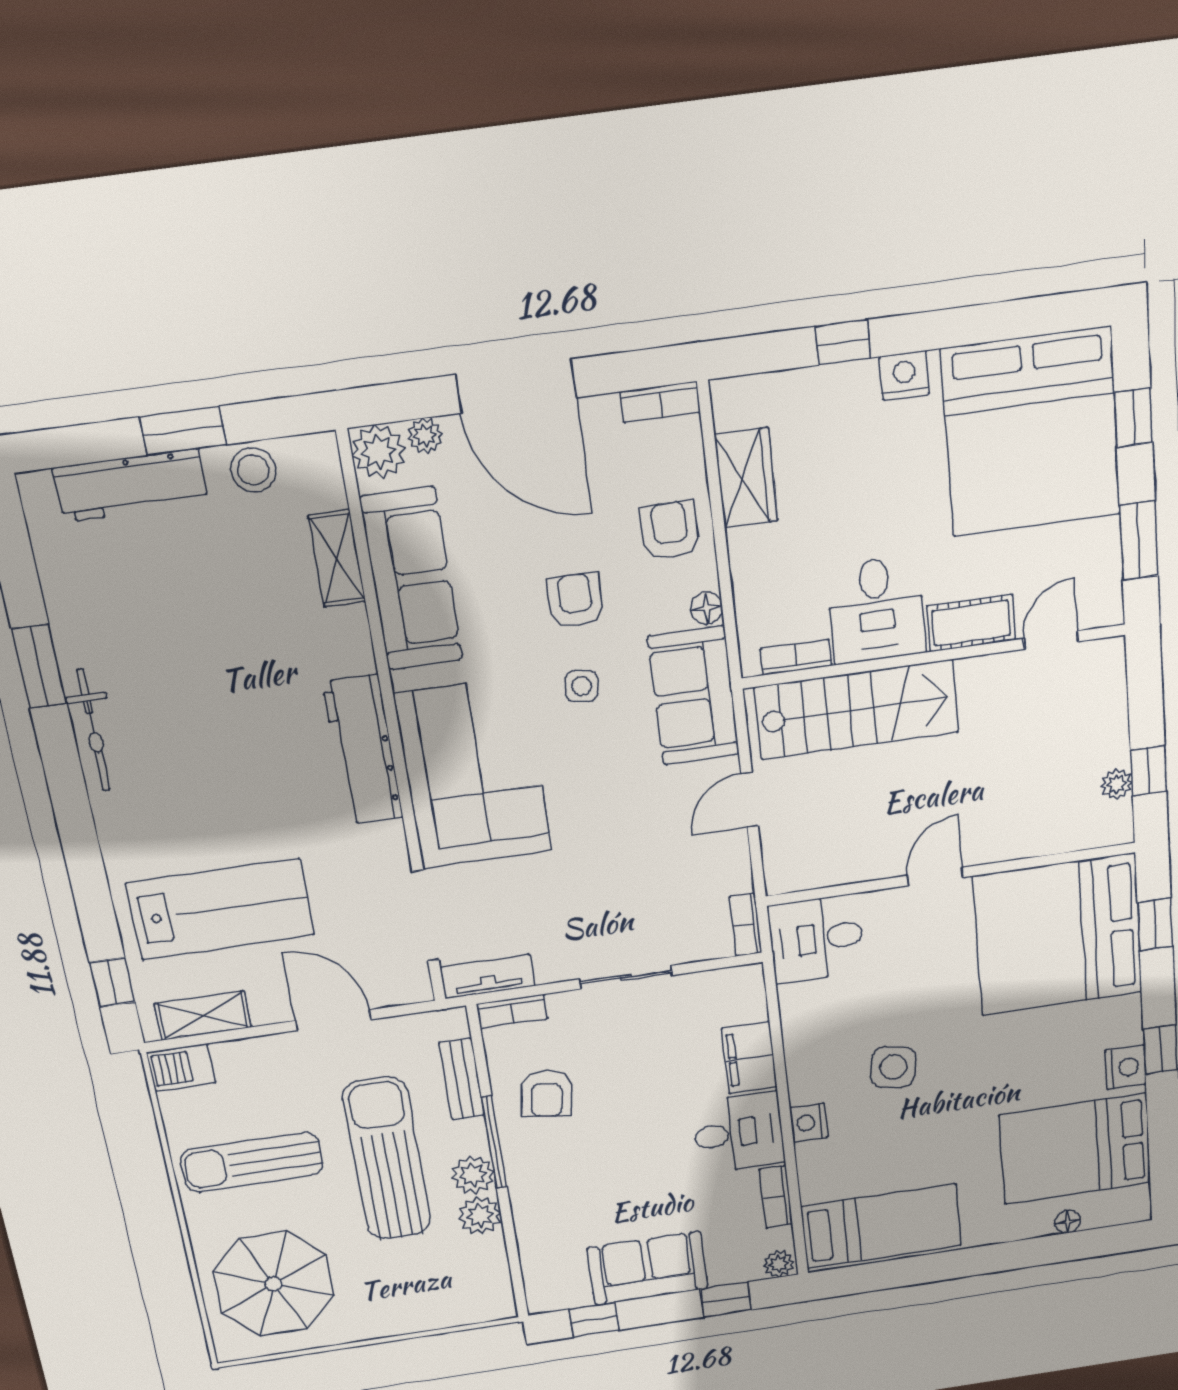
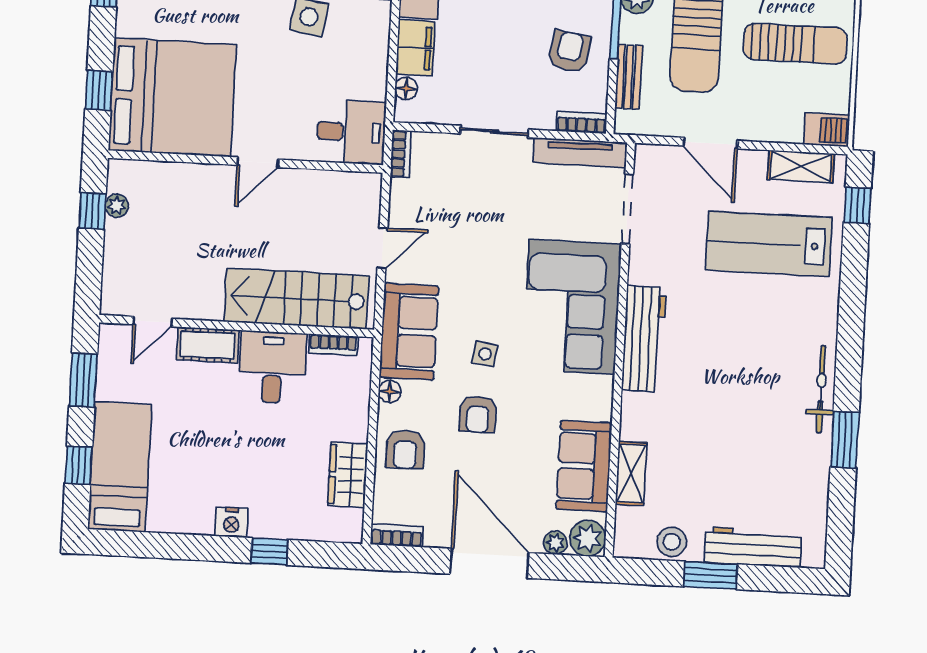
bed: (1031, 432) -> (120, 467), width x0.49
sofa: (411, 579) -> (584, 466), width x0.73
tv unit: (487, 977) -> (580, 153), width x1.41
floor lamp: (753, 1007) -> (406, 89), added

